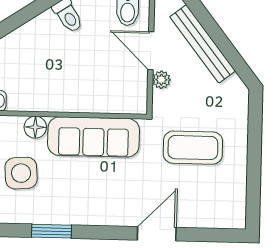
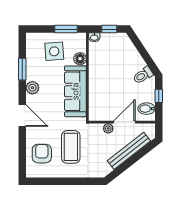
armchair: (204, 200) -> (42, 154), added
plant: (85, 214) -> (32, 88), added
door: (157, 234) -> (22, 116), moved

